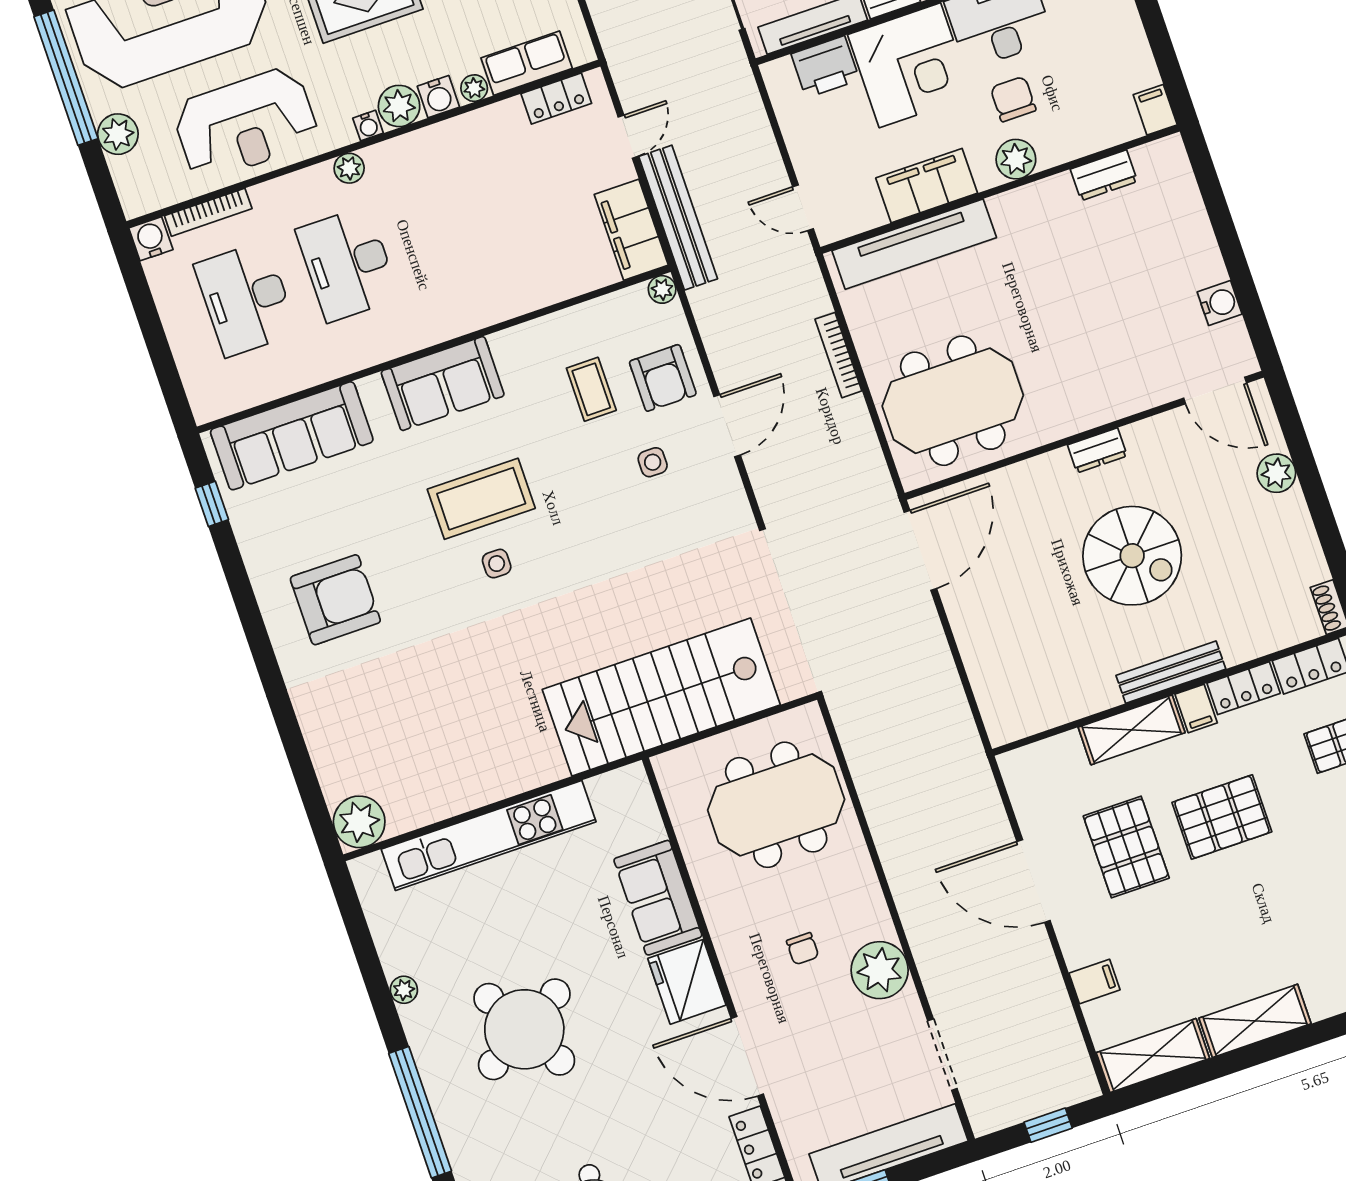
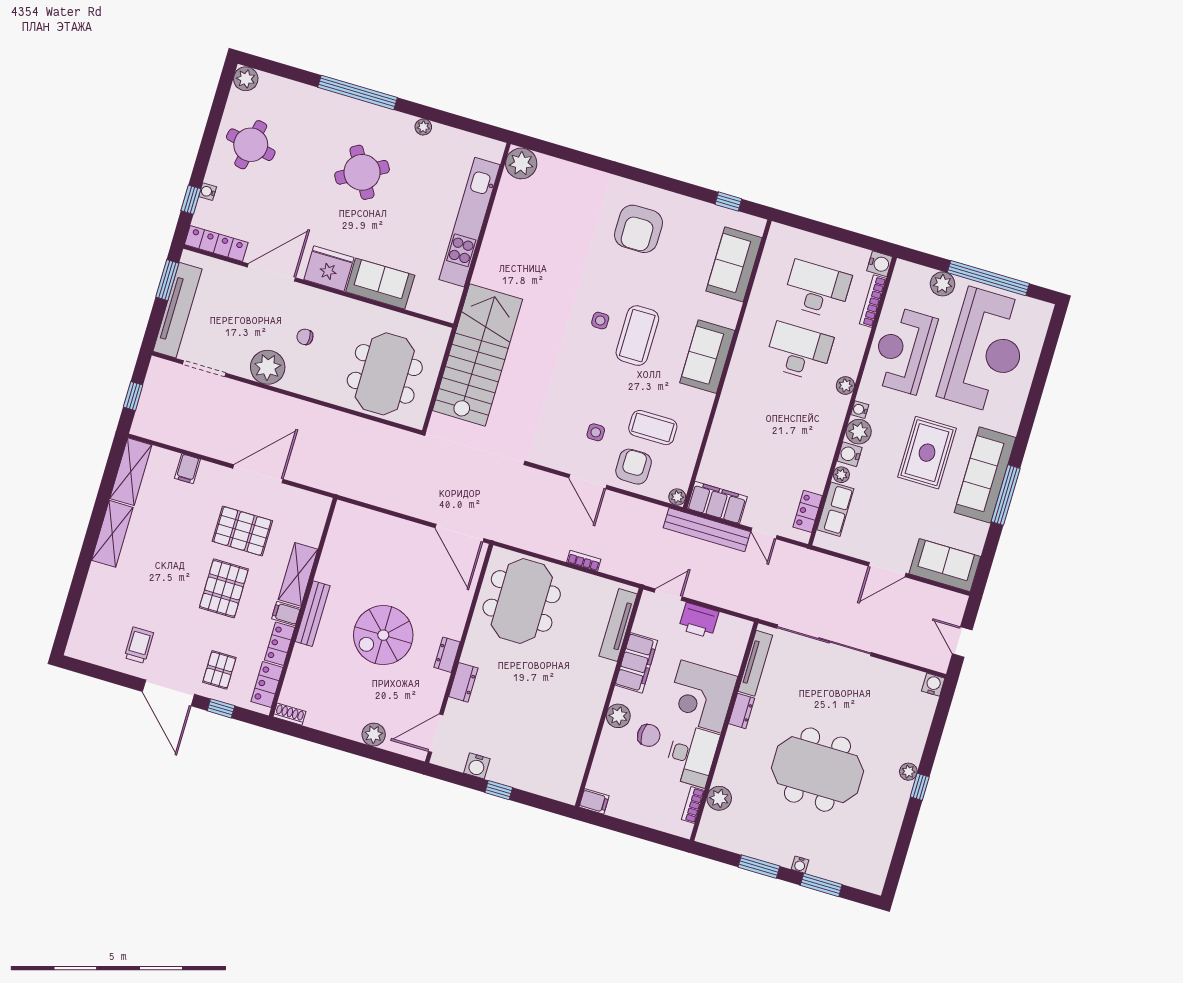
printer: (825, 67) -> (699, 620), moved, turned -90
dresser: (1104, 175) -> (463, 682), moved, turned 180
tv unit: (914, 244) -> (618, 625), width x0.73, depth x0.78
window: (1232, 250) -> (499, 790), added
bookcase: (838, 355) -> (584, 561), width x0.64
armchair: (663, 378) -> (634, 467), turned 90
coffee table: (591, 389) -> (653, 428), width x1.36, depth x1.30
sofa: (292, 436) -> (734, 264), width x0.73
round table: (524, 1029) -> (362, 172), width x0.73, depth x0.73

